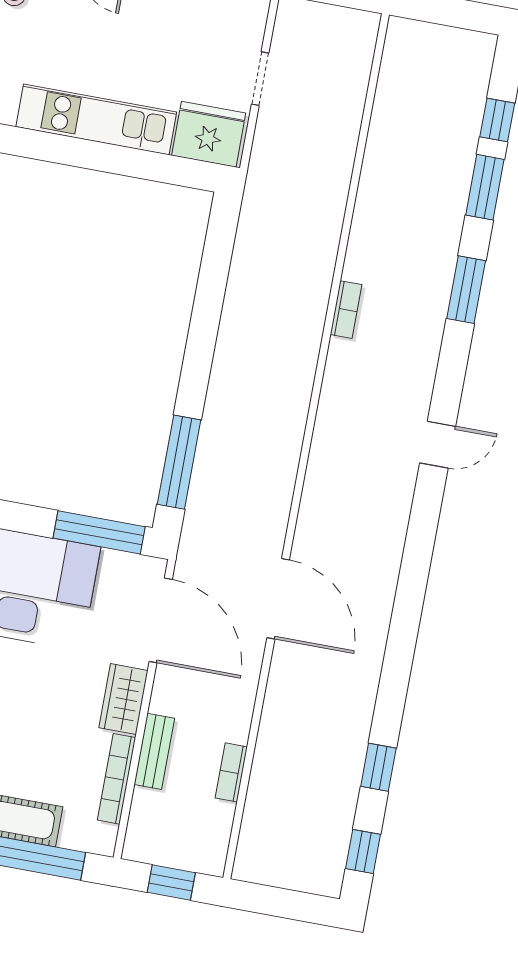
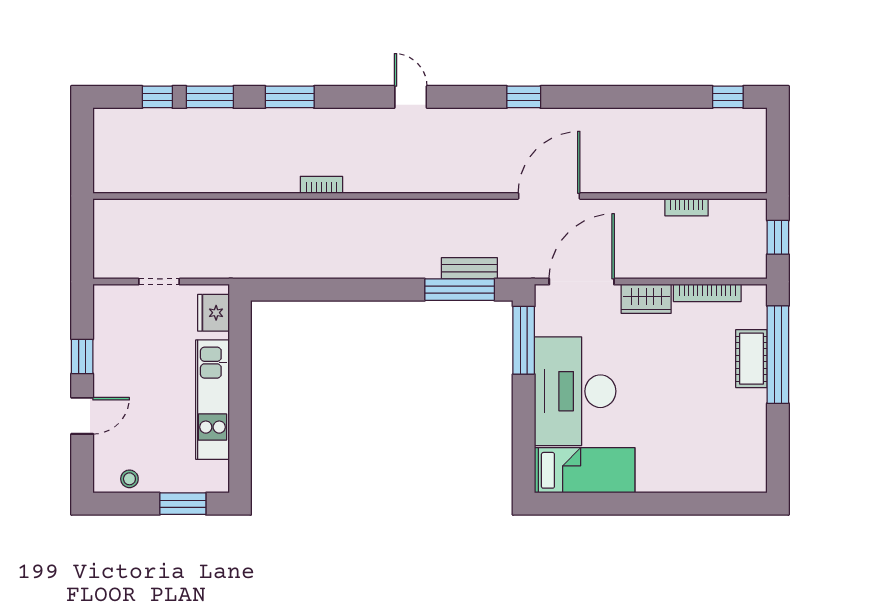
fridge: (209, 134) -> (213, 313), width x0.73, depth x0.75
bench: (154, 751) -> (469, 268), moved
window: (378, 767) -> (524, 97), moved

